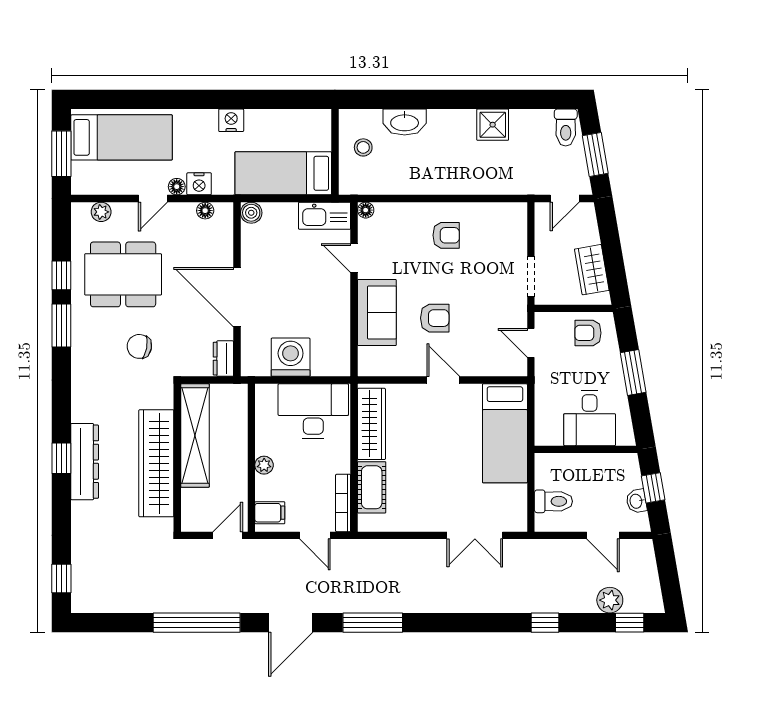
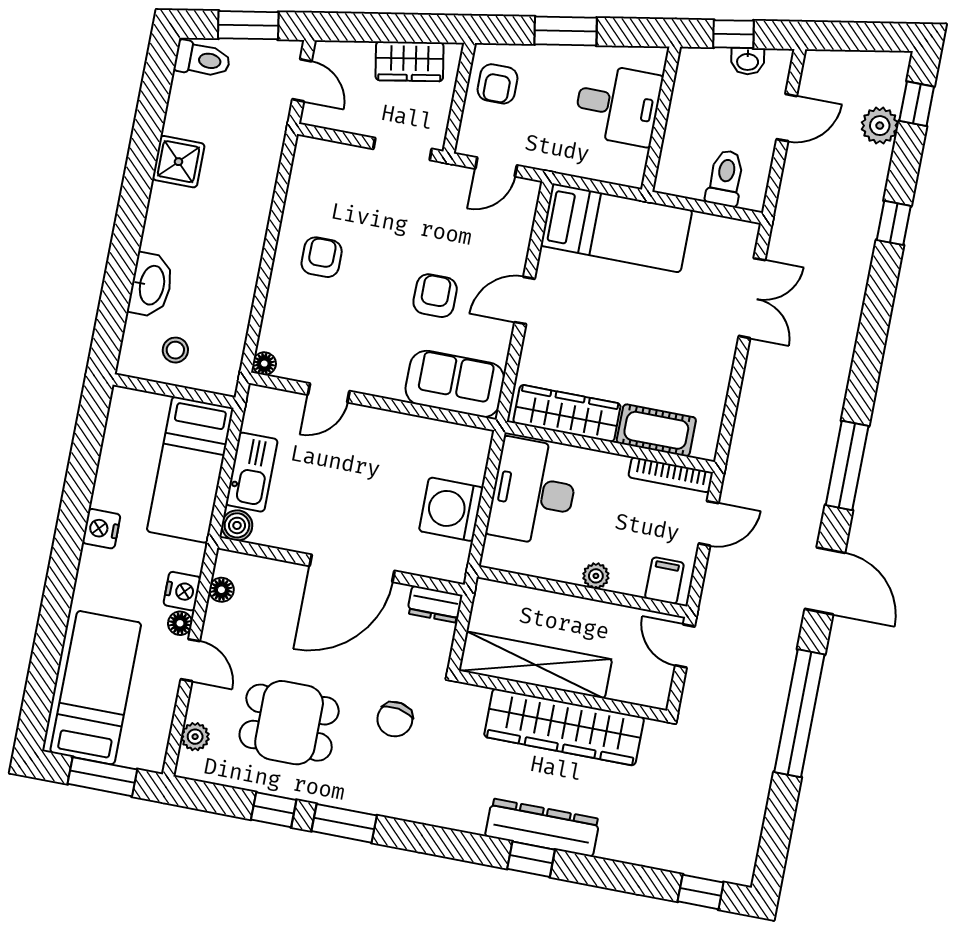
kitchen sink: (325, 216) -> (252, 472), moved
dining table: (123, 274) -> (289, 723), width x0.73
sofa: (377, 312) -> (455, 384), moved

